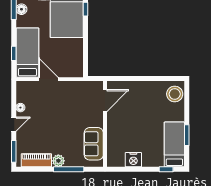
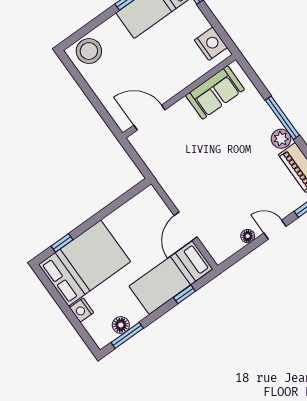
door: (105, 101) -> (149, 118), moved
wall: (105, 124) -> (179, 96), moved
sofa: (94, 144) -> (215, 92), moved

